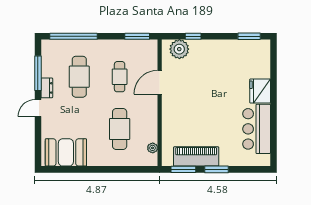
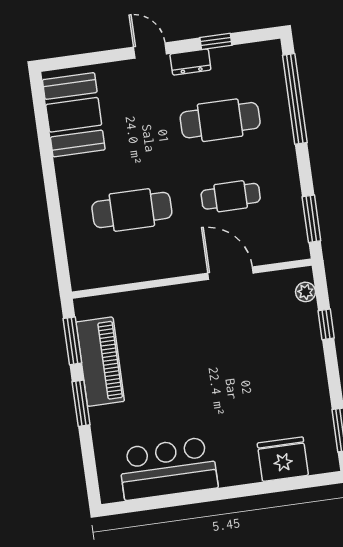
plant: (179, 49) -> (306, 292), width x0.53, depth x0.53
window: (38, 73) -> (216, 41), width x0.46
fridge: (260, 91) -> (283, 459), moved
plant: (153, 148) -> (105, 277), removed

